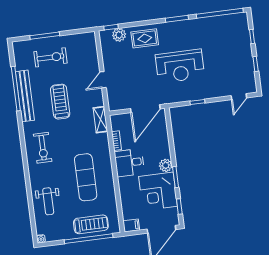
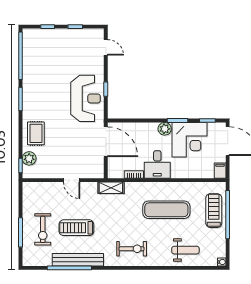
exercise bike: (50, 57) -> (43, 229), turned 180
reception desk: (180, 66) -> (86, 98), moved
treadmill: (60, 102) -> (76, 228), moved

